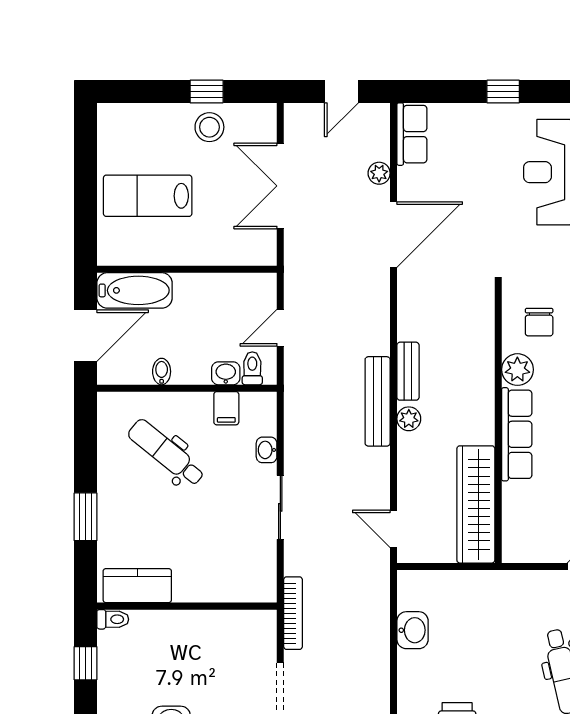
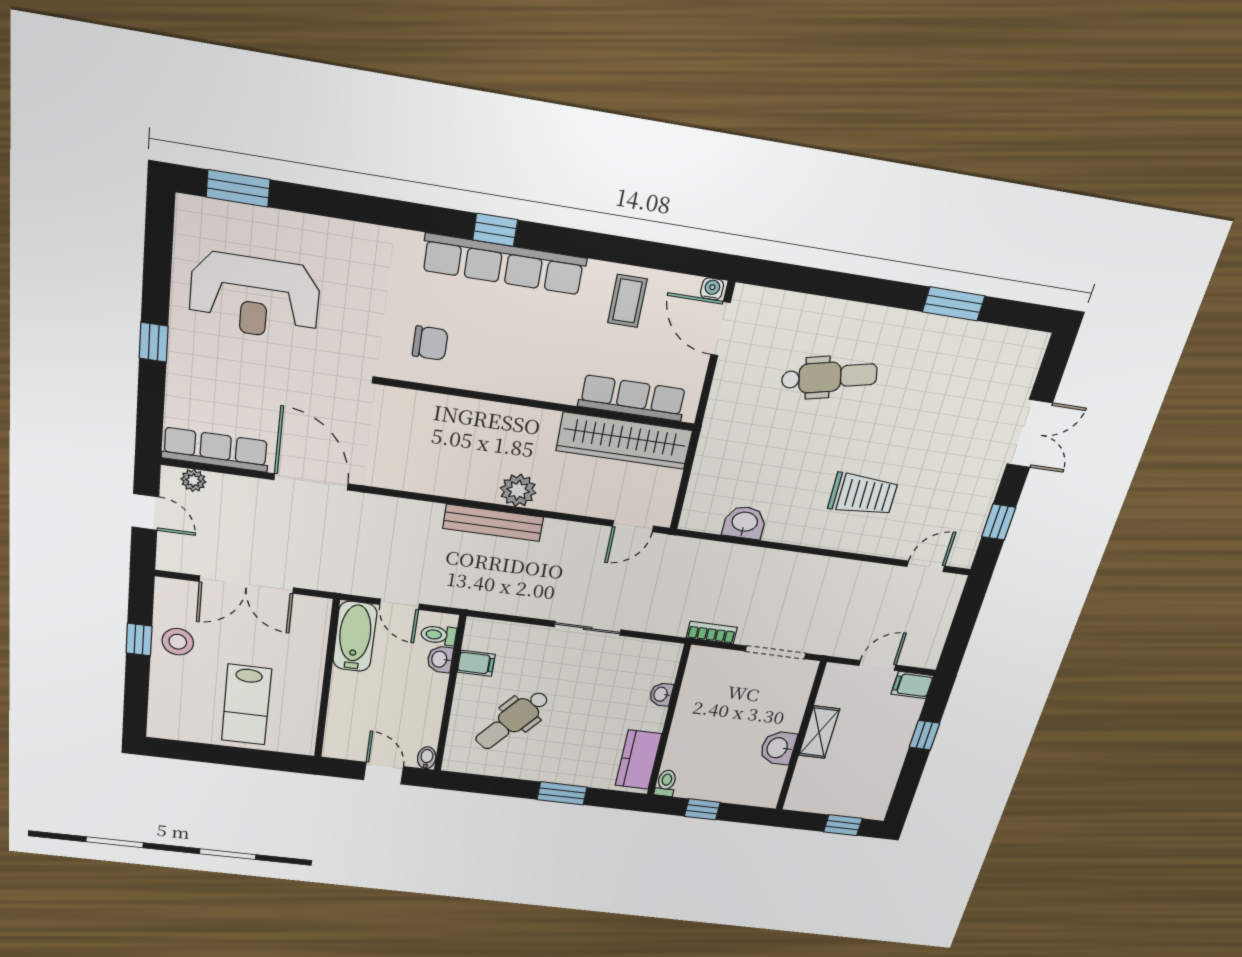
row of seats: (412, 134) -> (215, 450), width x1.48
plant: (379, 173) -> (193, 480), moved
bathtub: (135, 290) -> (355, 636), moved
door: (86, 336) -> (383, 773), width x0.73
plant: (517, 370) -> (481, 375), removed
bench: (408, 371) -> (465, 488), removed
bidet: (162, 372) -> (427, 758), moved, turned 90
plant: (409, 419) -> (518, 490), width x1.38, depth x1.38
row of seats: (517, 434) -> (632, 398), moved
washbasin: (267, 450) -> (661, 694), moved, turned 90
bookcase: (293, 613) -> (712, 633), width x0.64

